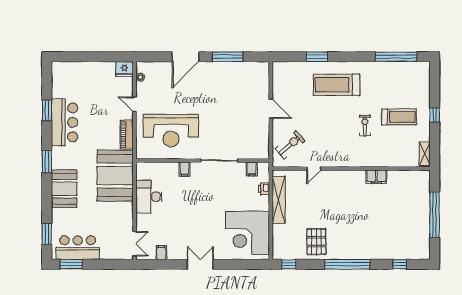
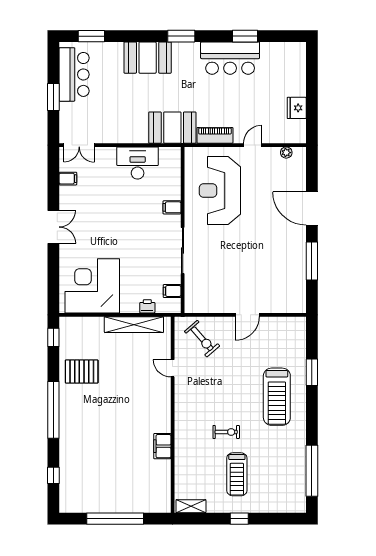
fridge: (124, 69) -> (297, 108), moved
treadmill: (337, 85) -> (277, 397), turned 180
booth: (115, 176) -> (172, 128), width x0.73, depth x0.70
window: (71, 264) -> (53, 97), moved

